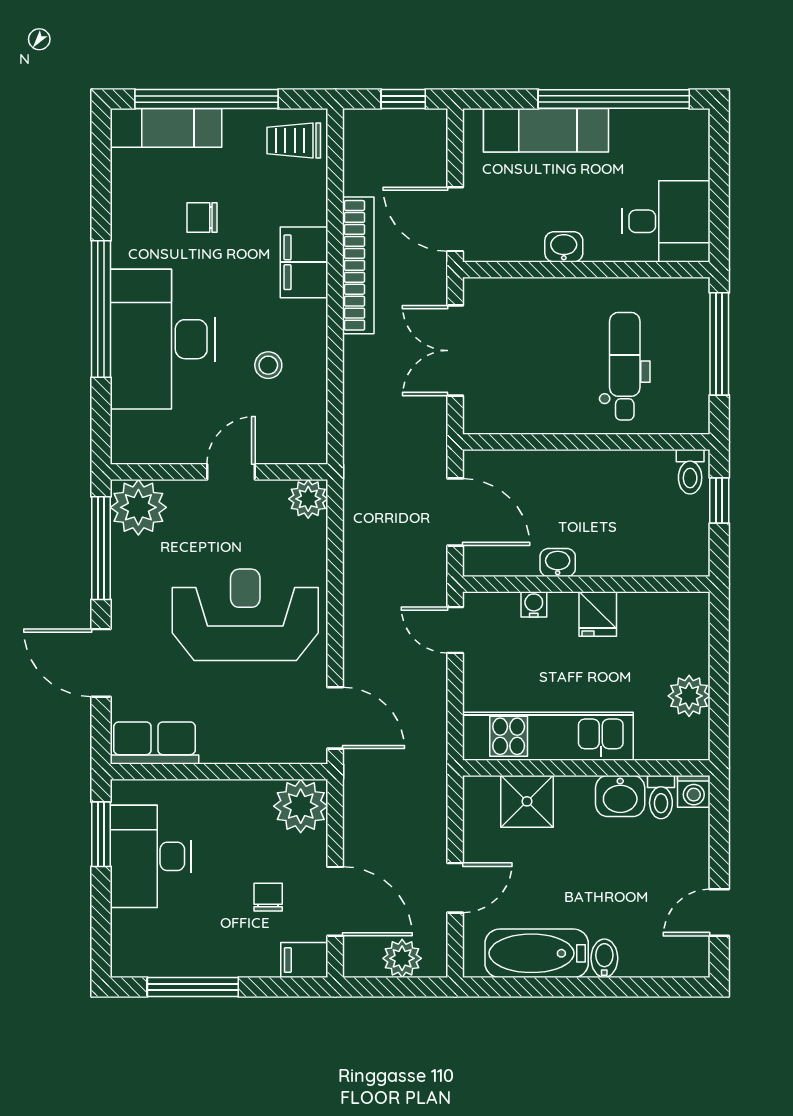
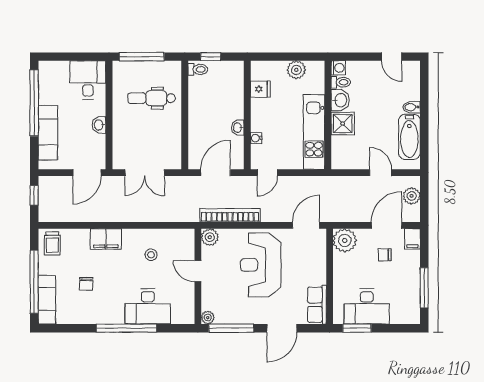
bookcase: (358, 265) -> (230, 215), moved
desk: (163, 339) -> (148, 306), width x0.73, depth x0.77
plant: (138, 507) -> (208, 318), width x0.53, depth x0.53
fridge: (598, 614) -> (260, 89), moved
shower: (527, 801) -> (343, 124), moved

